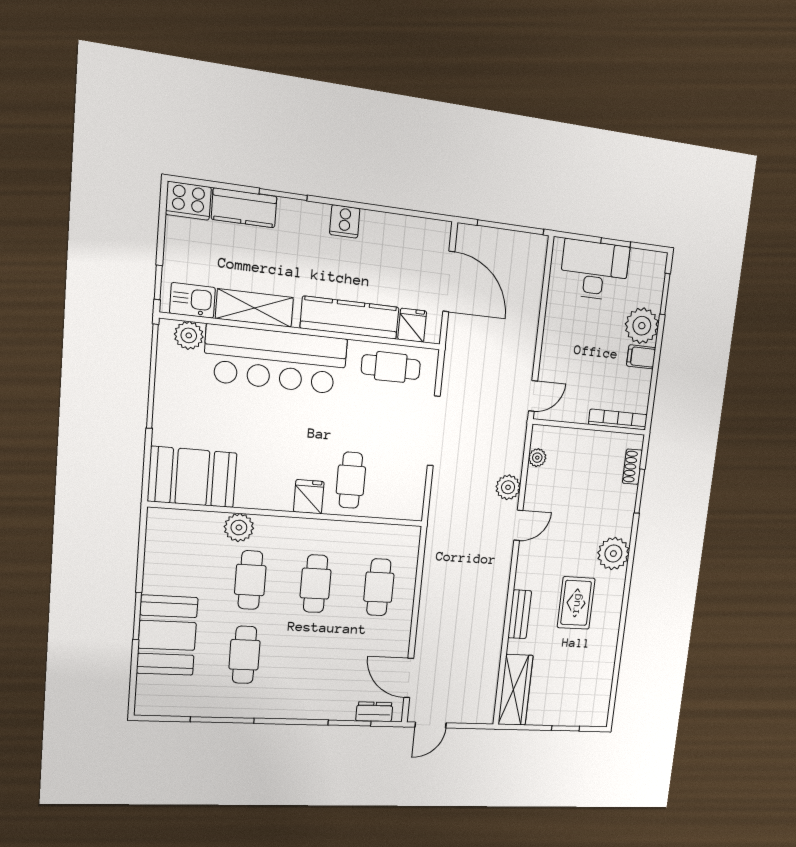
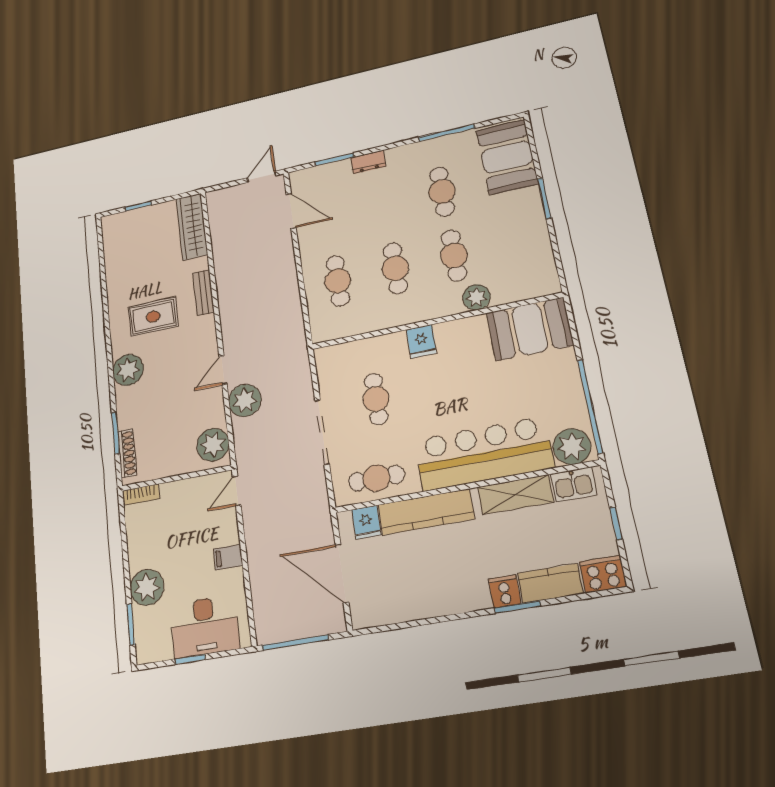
cooker: (345, 221) -> (505, 591), moved
window: (158, 282) -> (616, 524), moved
plant: (189, 335) -> (572, 447), width x1.36, depth x1.36
filing cabinet: (641, 357) -> (228, 557), moved, turned 180
bookcase: (618, 419) -> (141, 495), width x0.64
plant: (537, 458) -> (213, 445), width x1.87, depth x1.87
shoe rack: (632, 467) -> (127, 453), width x1.43
cafe table: (351, 480) -> (376, 399), moved
plant: (508, 487) -> (245, 400), width x1.36, depth x1.36
rug: (576, 603) -> (153, 317), turned 90
booth: (167, 635) -> (507, 157), moved
dresser: (374, 712) -> (368, 162), moved

